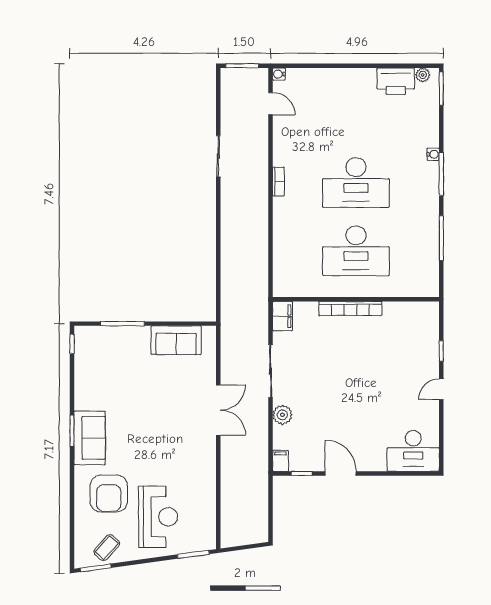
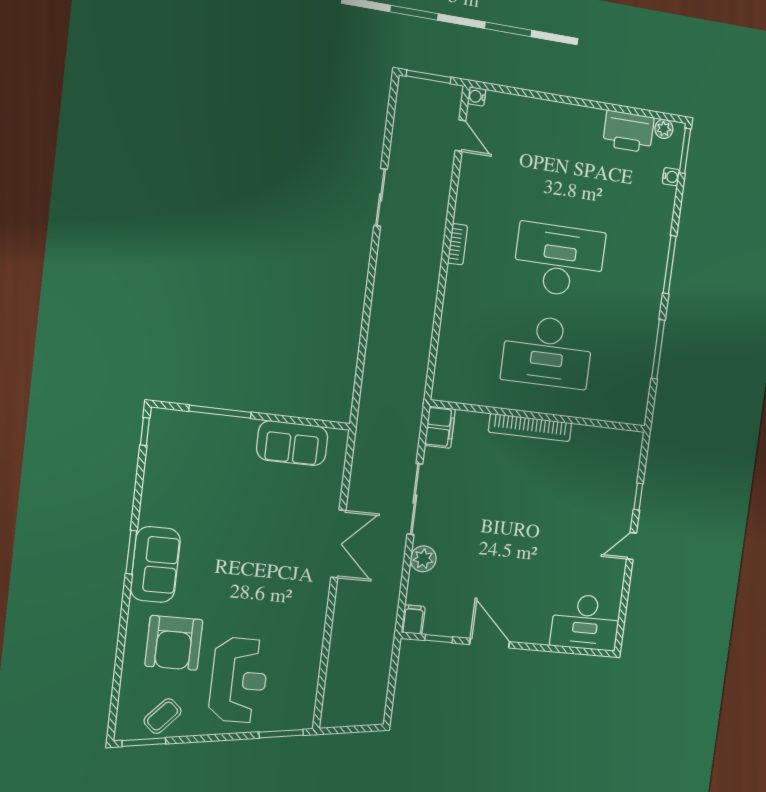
water cooler: (433, 154) -> (671, 177), moved
desk: (356, 183) -> (559, 260), turned 180

